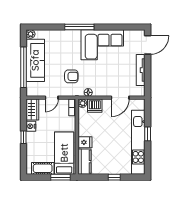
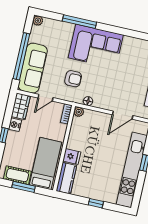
window: (79, 27) -> (79, 22), moved
corner sofa: (102, 45) -> (96, 46), moved
sofa: (35, 60) -> (33, 68), moved
dishwasher: (95, 106) -> (92, 118), removed
window: (60, 177) -> (24, 187), moved

